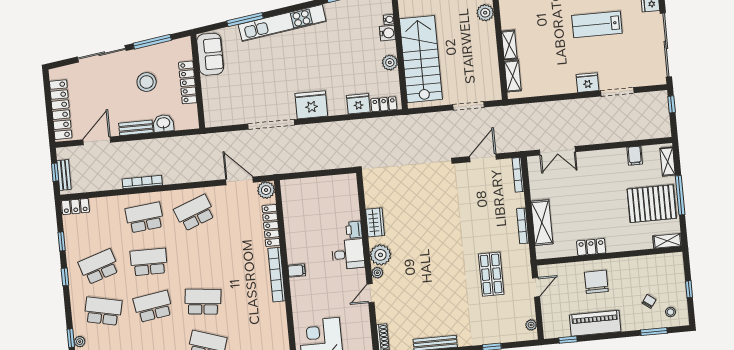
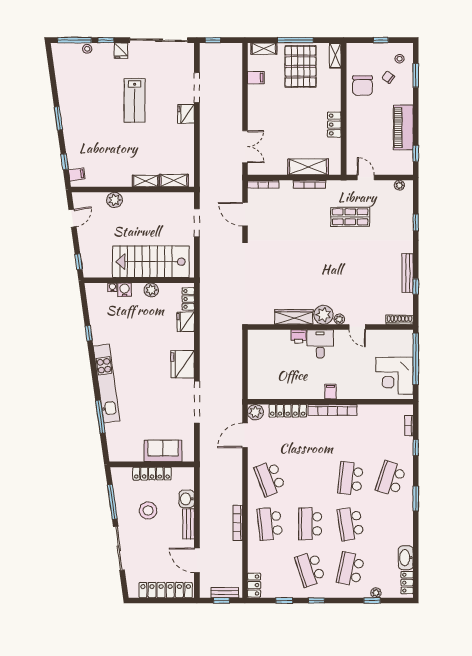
sofa: (210, 54) -> (163, 451), moved
wardrobe: (375, 222) -> (294, 317), width x1.50
chair: (596, 282) -> (362, 86), moved, turned -90

